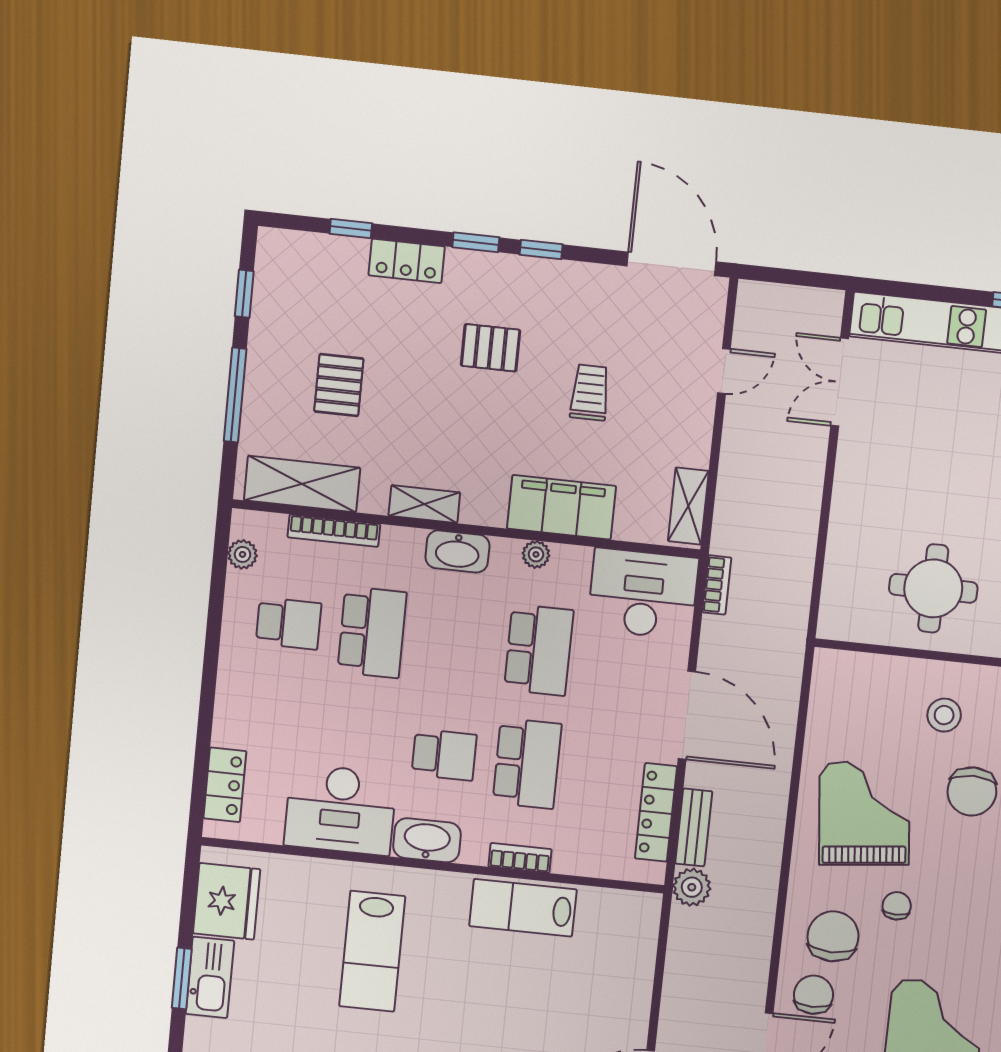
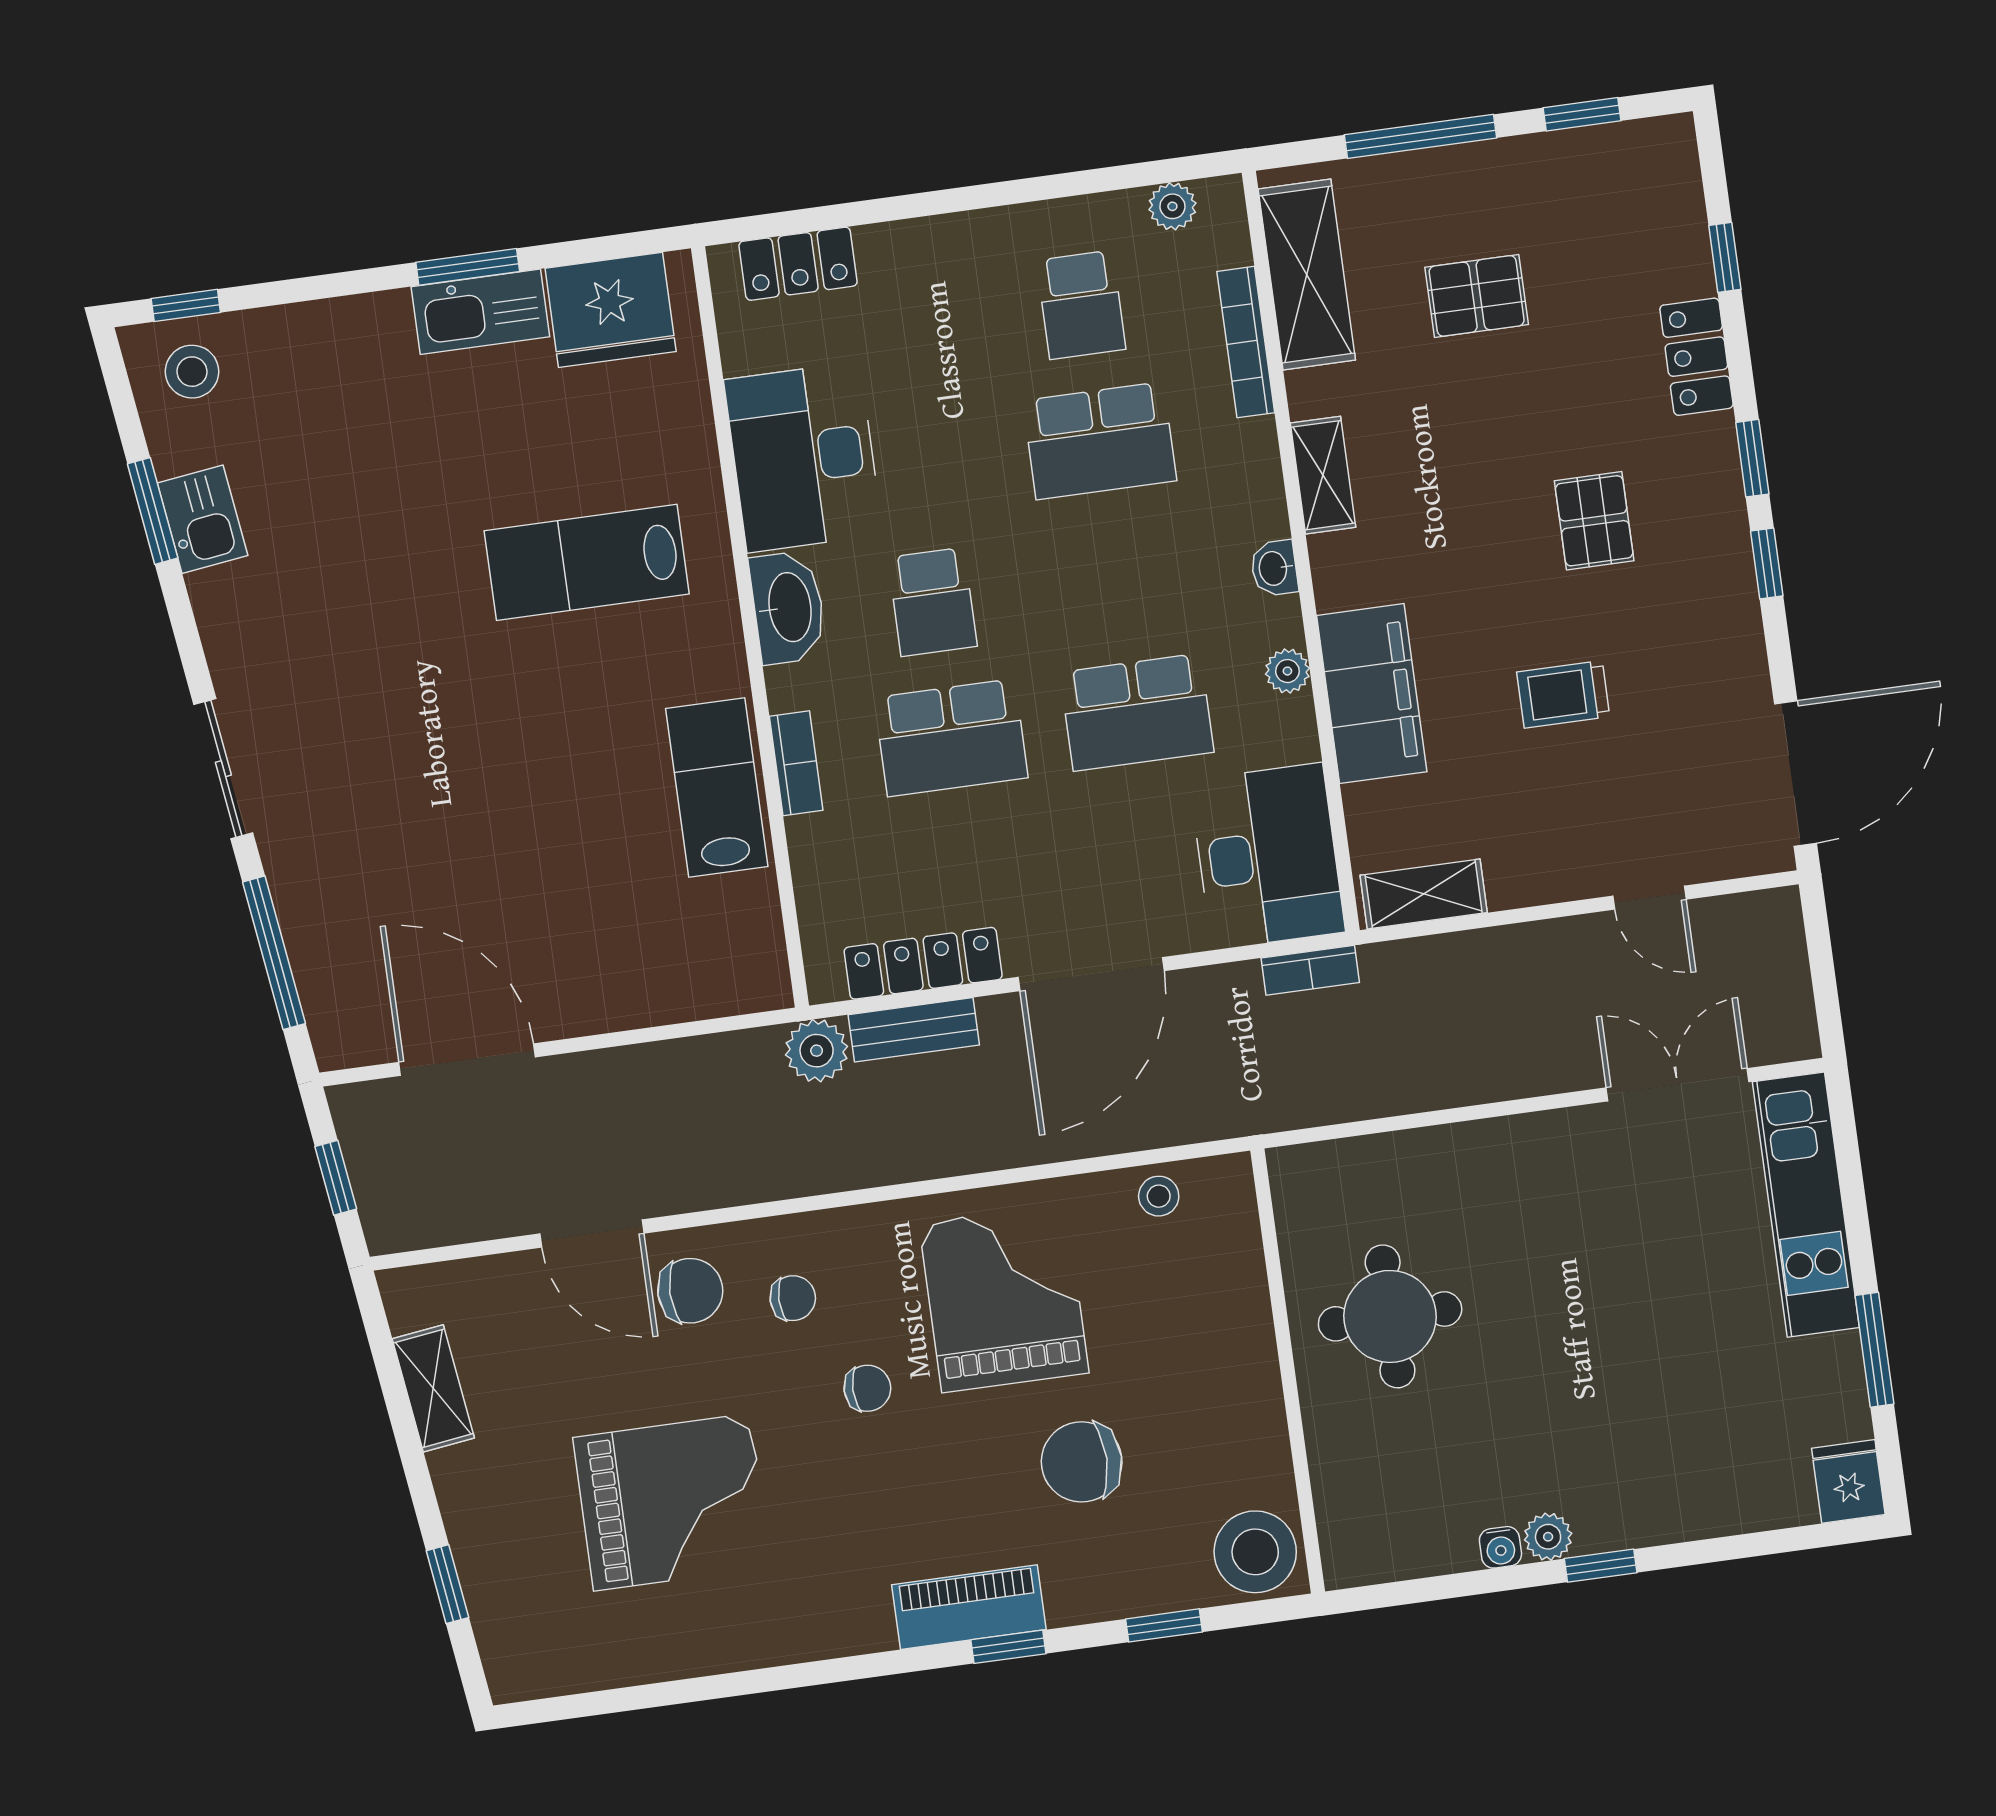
trolley: (590, 392) -> (1563, 694), turned 180
washbasin: (457, 551) -> (1274, 568), width x0.52, depth x0.69
stool: (944, 715) -> (1159, 1196), moved, width x0.73, depth x0.73
grand piano: (864, 813) -> (1004, 1298), turned -84
chair: (833, 936) -> (793, 1298), width x0.54, depth x0.54

